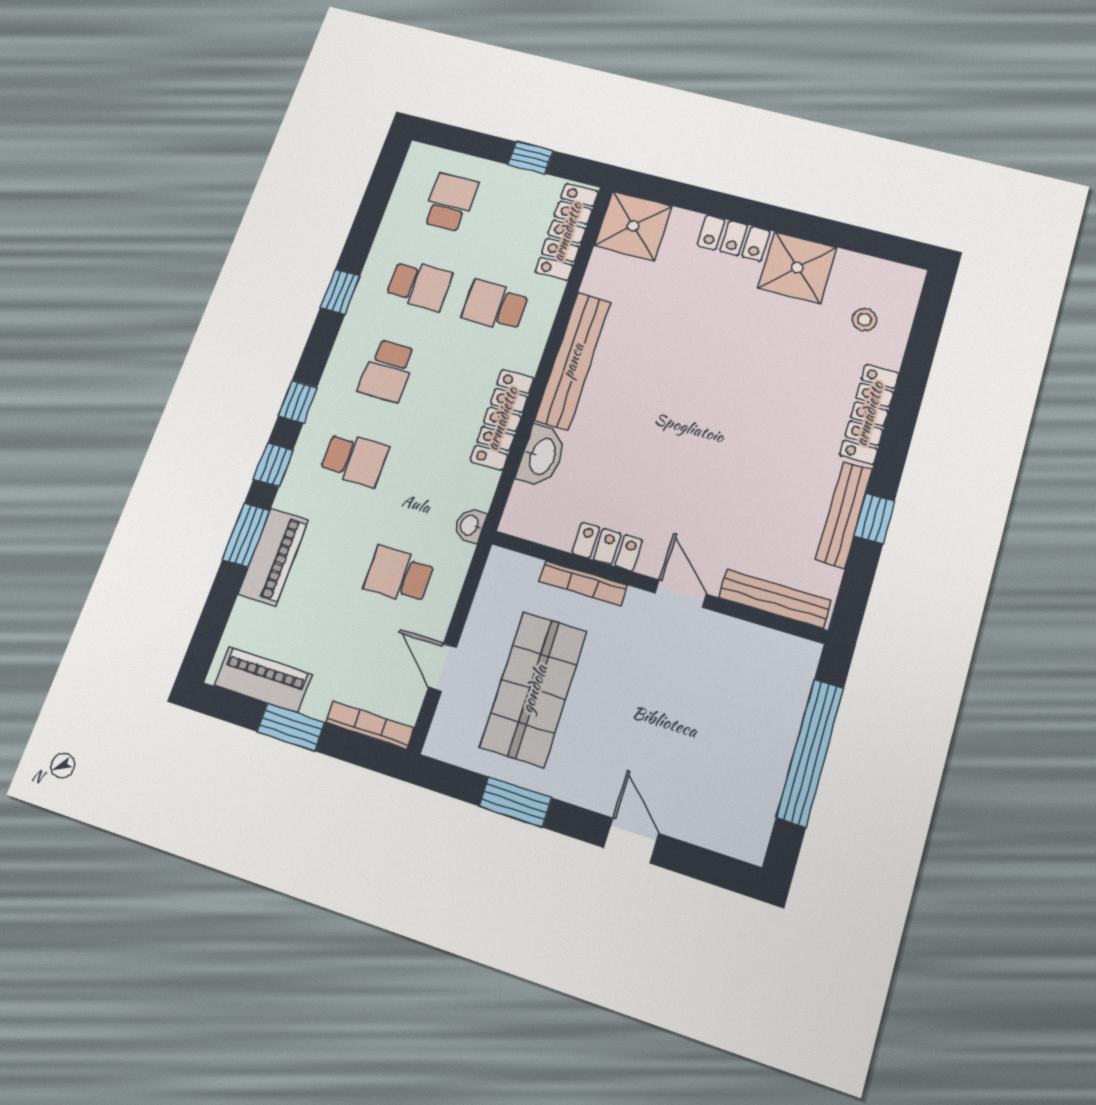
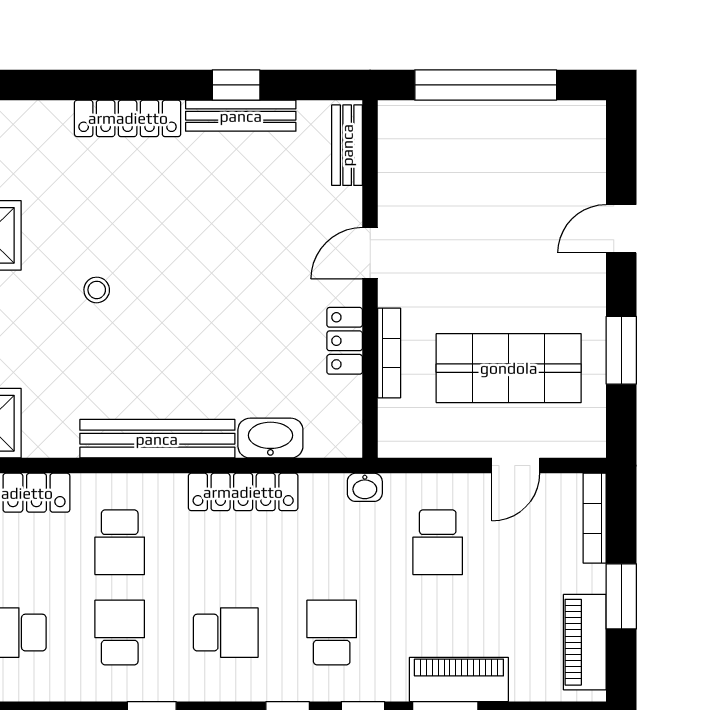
stool: (864, 320) -> (97, 290), moved
bench: (775, 599) -> (347, 145), width x0.73

